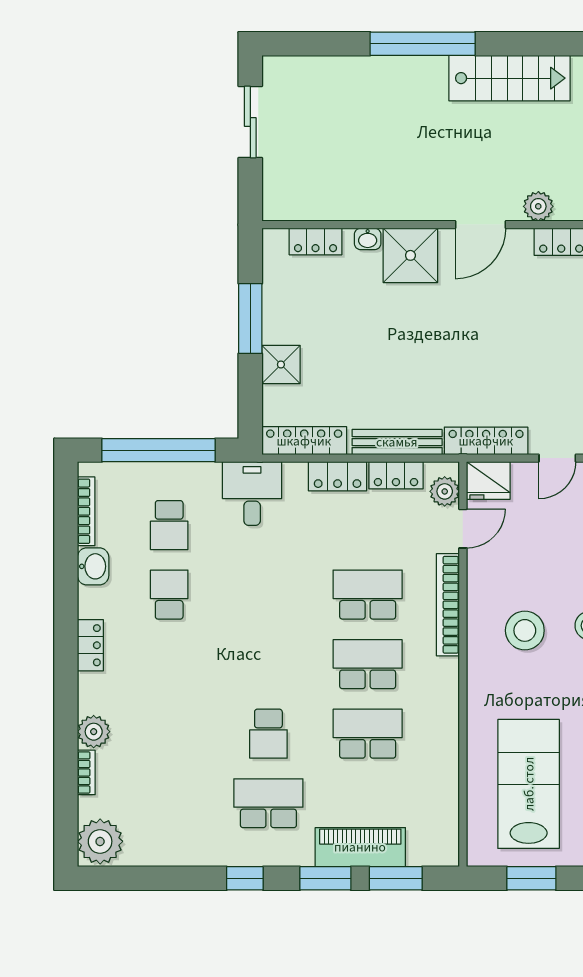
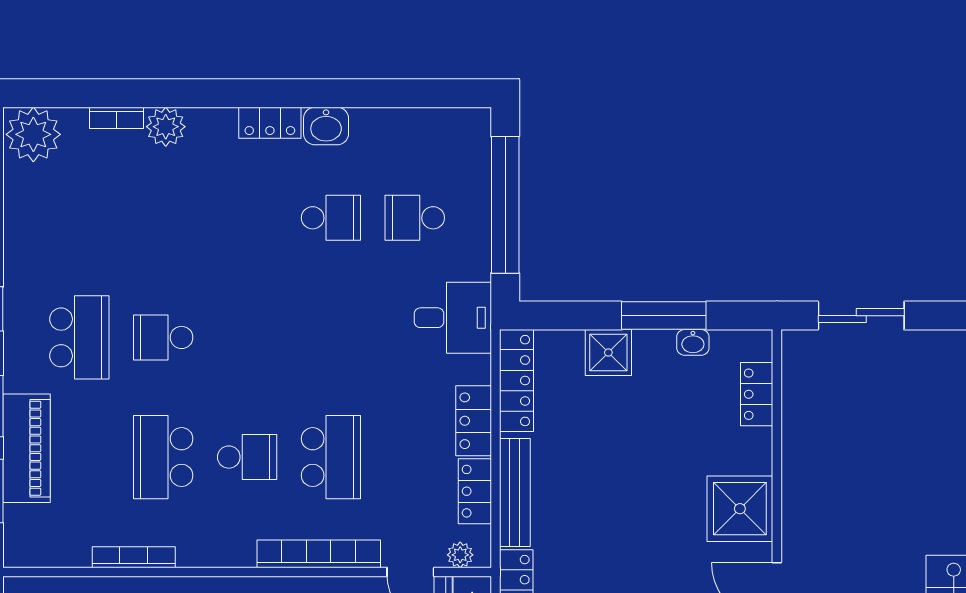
sliding door: (250, 122) -> (861, 316), moved
washbasin: (368, 239) -> (693, 342), moved, turned -90
plant: (445, 491) -> (460, 555), width x0.73, depth x0.73
bookcase: (86, 511) -> (134, 557), moved, turned 180
washbasin: (93, 566) -> (326, 126), moved
school desk: (368, 664) -> (247, 457), width x0.54
school desk: (368, 734) -> (163, 457), turned 180

